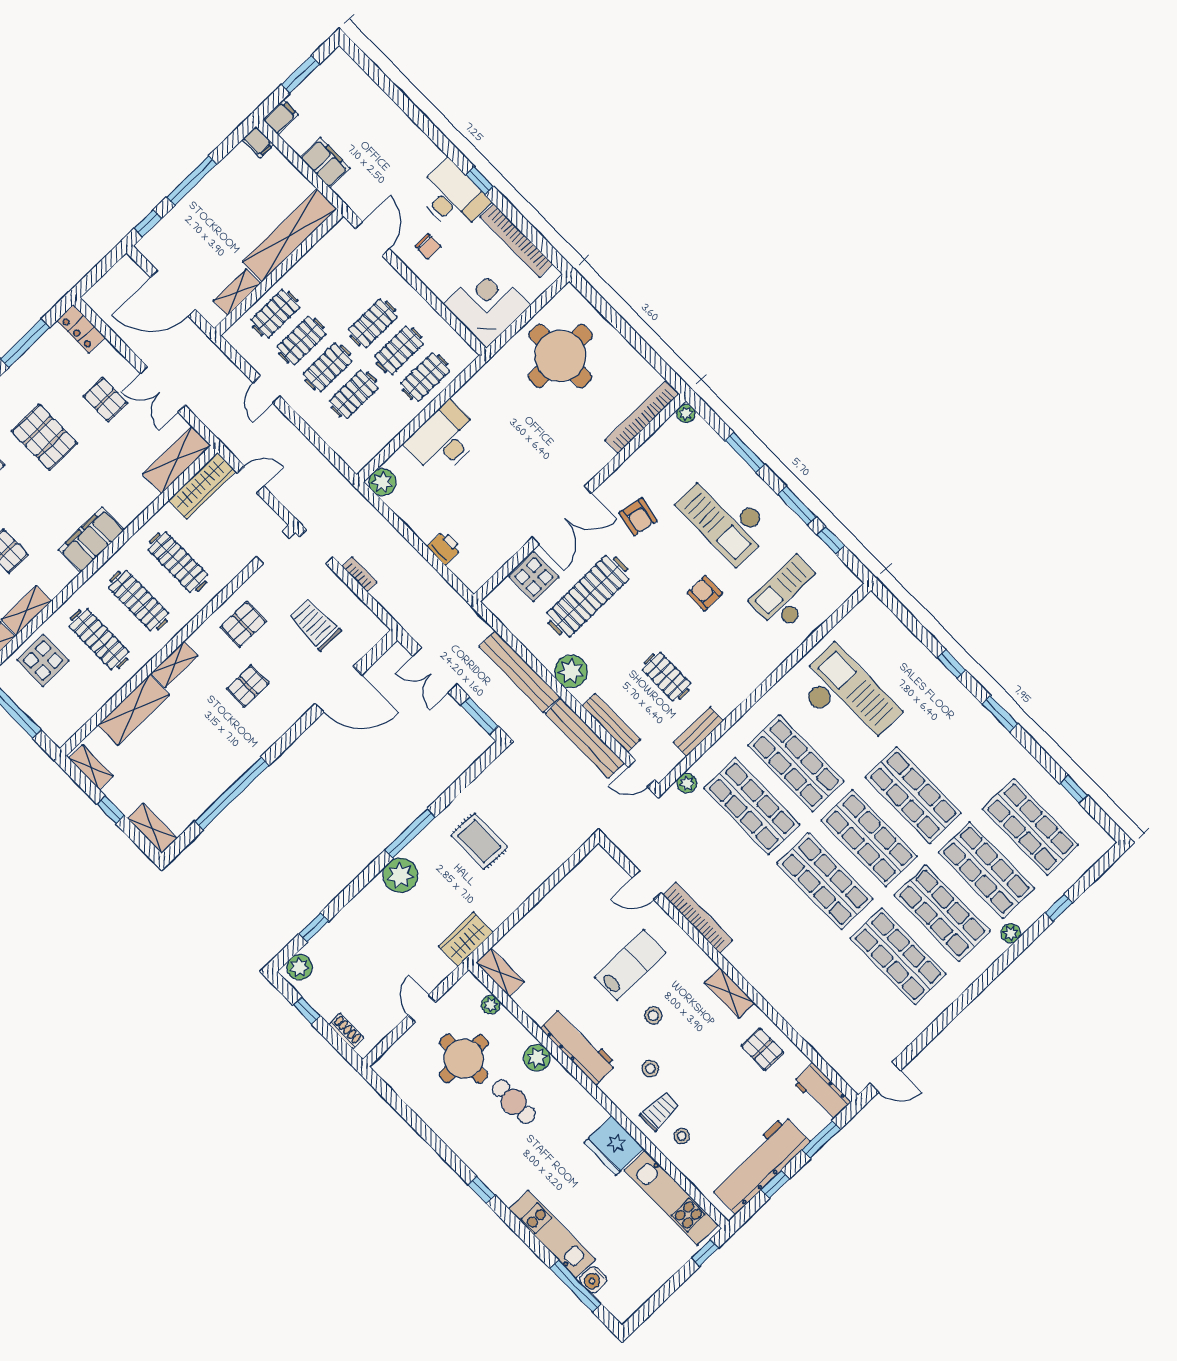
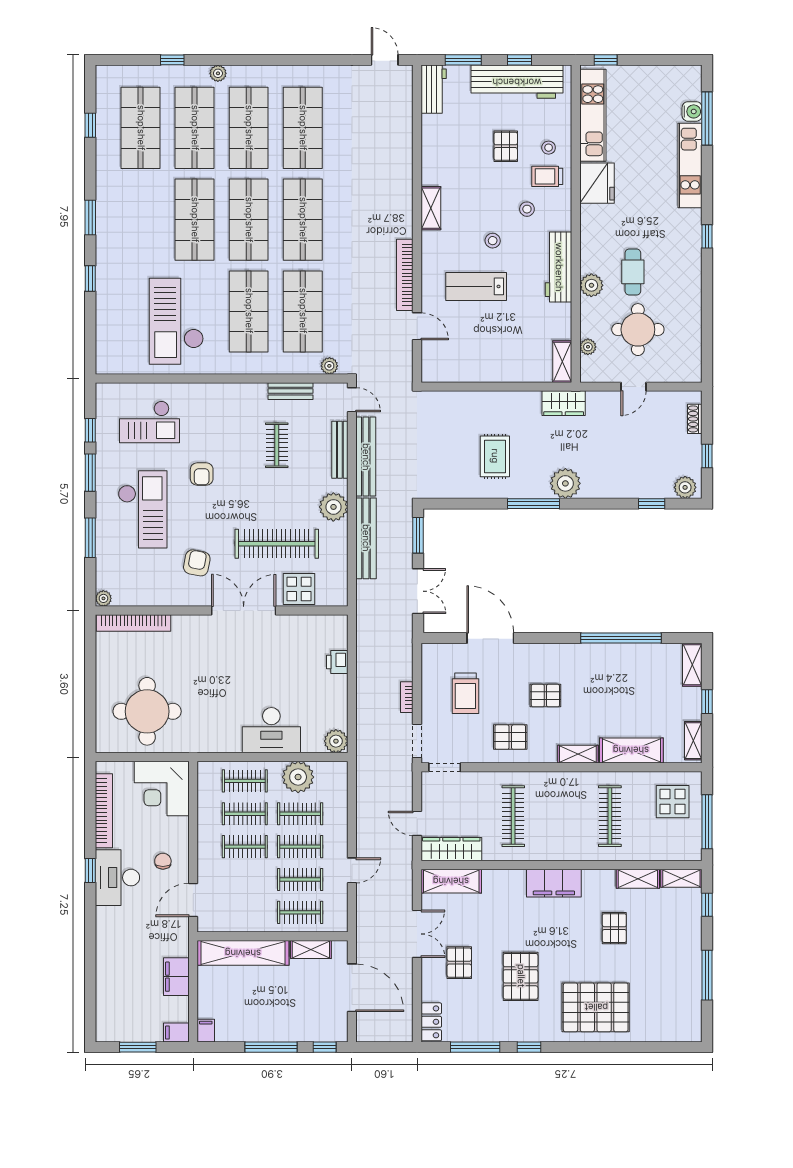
plant: (385, 423) -> (298, 777), added
clothes rail: (139, 601) -> (562, 816), removed
display table: (43, 660) -> (673, 802), moved
pallet: (762, 1049) -> (506, 146), moved

